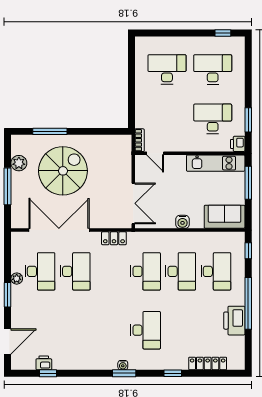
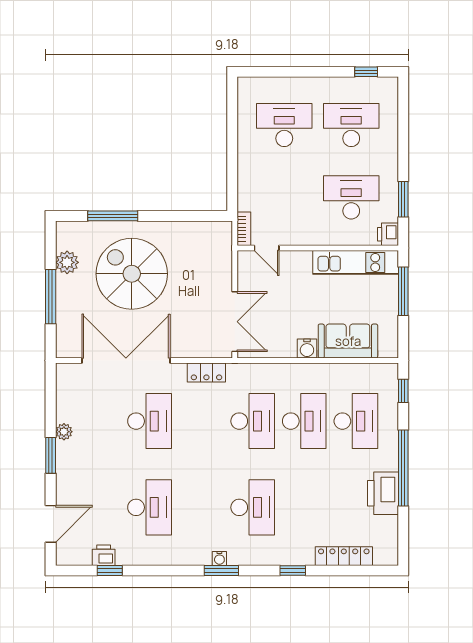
spiral stairs: (63, 171) -> (132, 274), turned -90
sofa: (225, 217) -> (348, 341), moved
desk: (40, 271) -> (150, 507), moved

